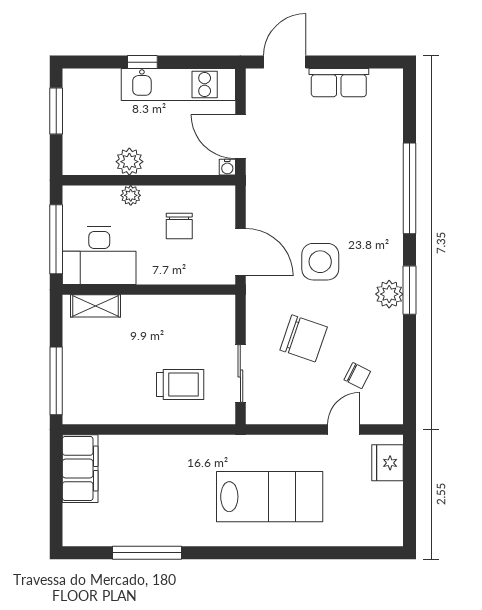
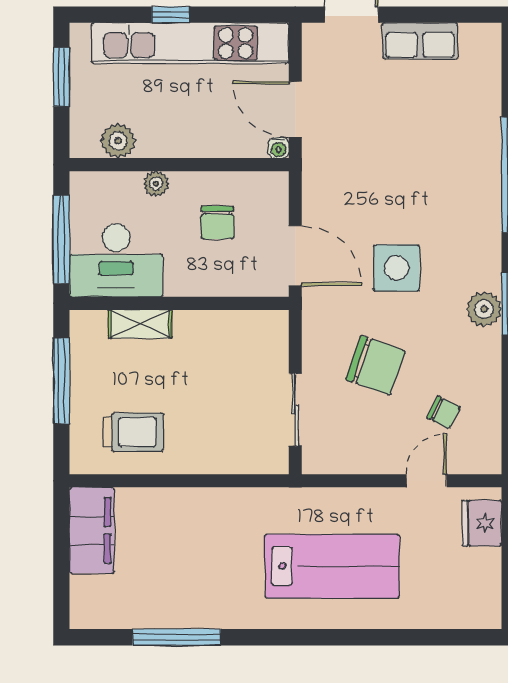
kitchen unit: (178, 84) -> (190, 43), width x1.36
plant: (129, 162) -> (118, 141), moved
shelving: (96, 306) -> (140, 324), moved
window: (56, 381) -> (61, 381), moved
trolley: (180, 384) -> (133, 432), moved

